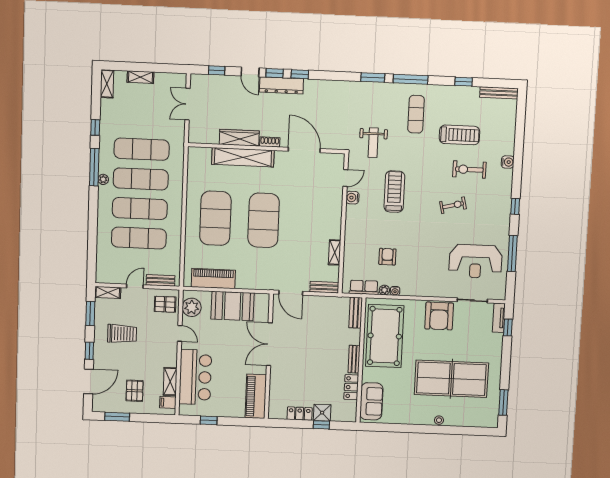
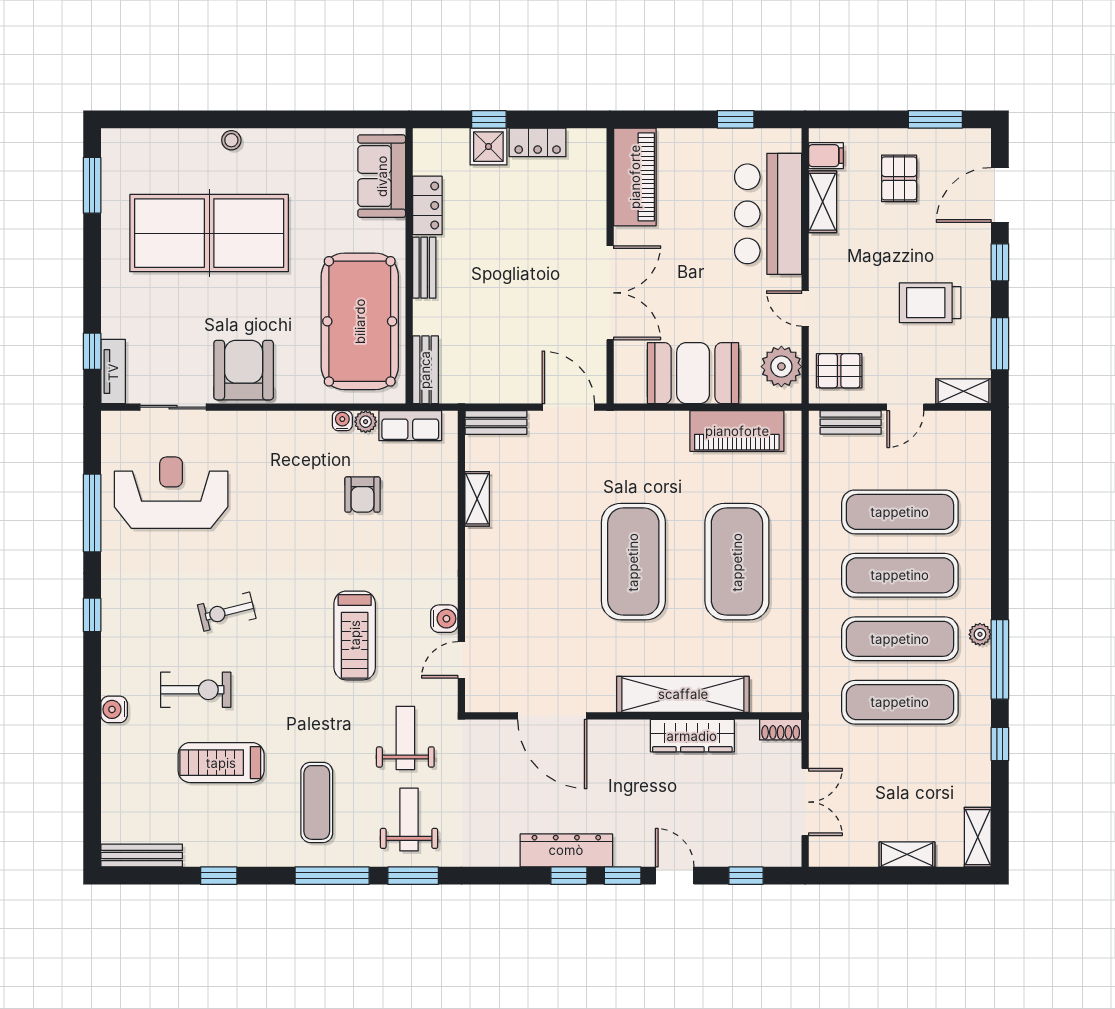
dresser: (281, 85) -> (566, 850), moved
weight bench: (373, 104) -> (409, 820), added
shoe rack: (270, 142) -> (781, 730), moved

